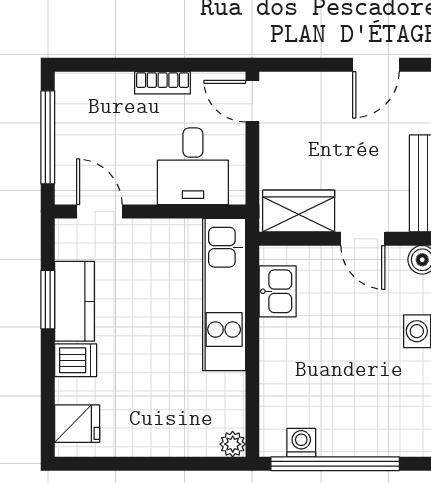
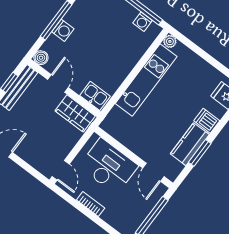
desk: (193, 166) -> (109, 166), width x1.37
kitchen sink: (278, 291) -> (95, 96), moved, turned 90
kitchen unit: (224, 294) -> (146, 80), moved

